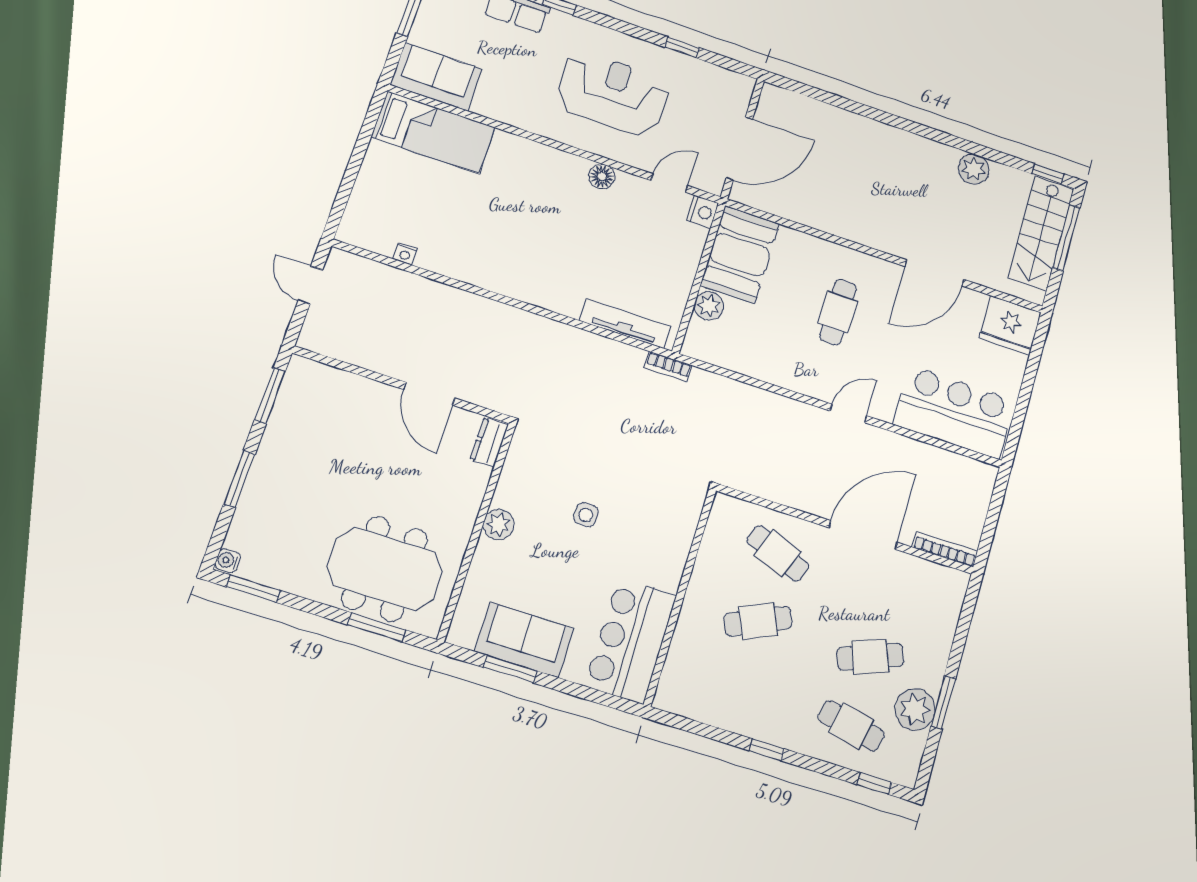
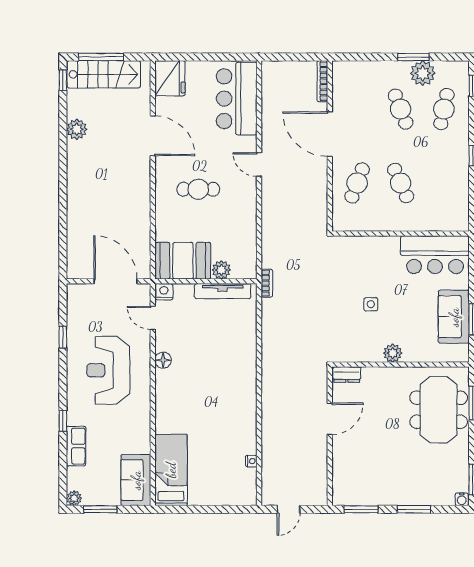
tv unit: (625, 324) -> (223, 291), moved, turned -90

